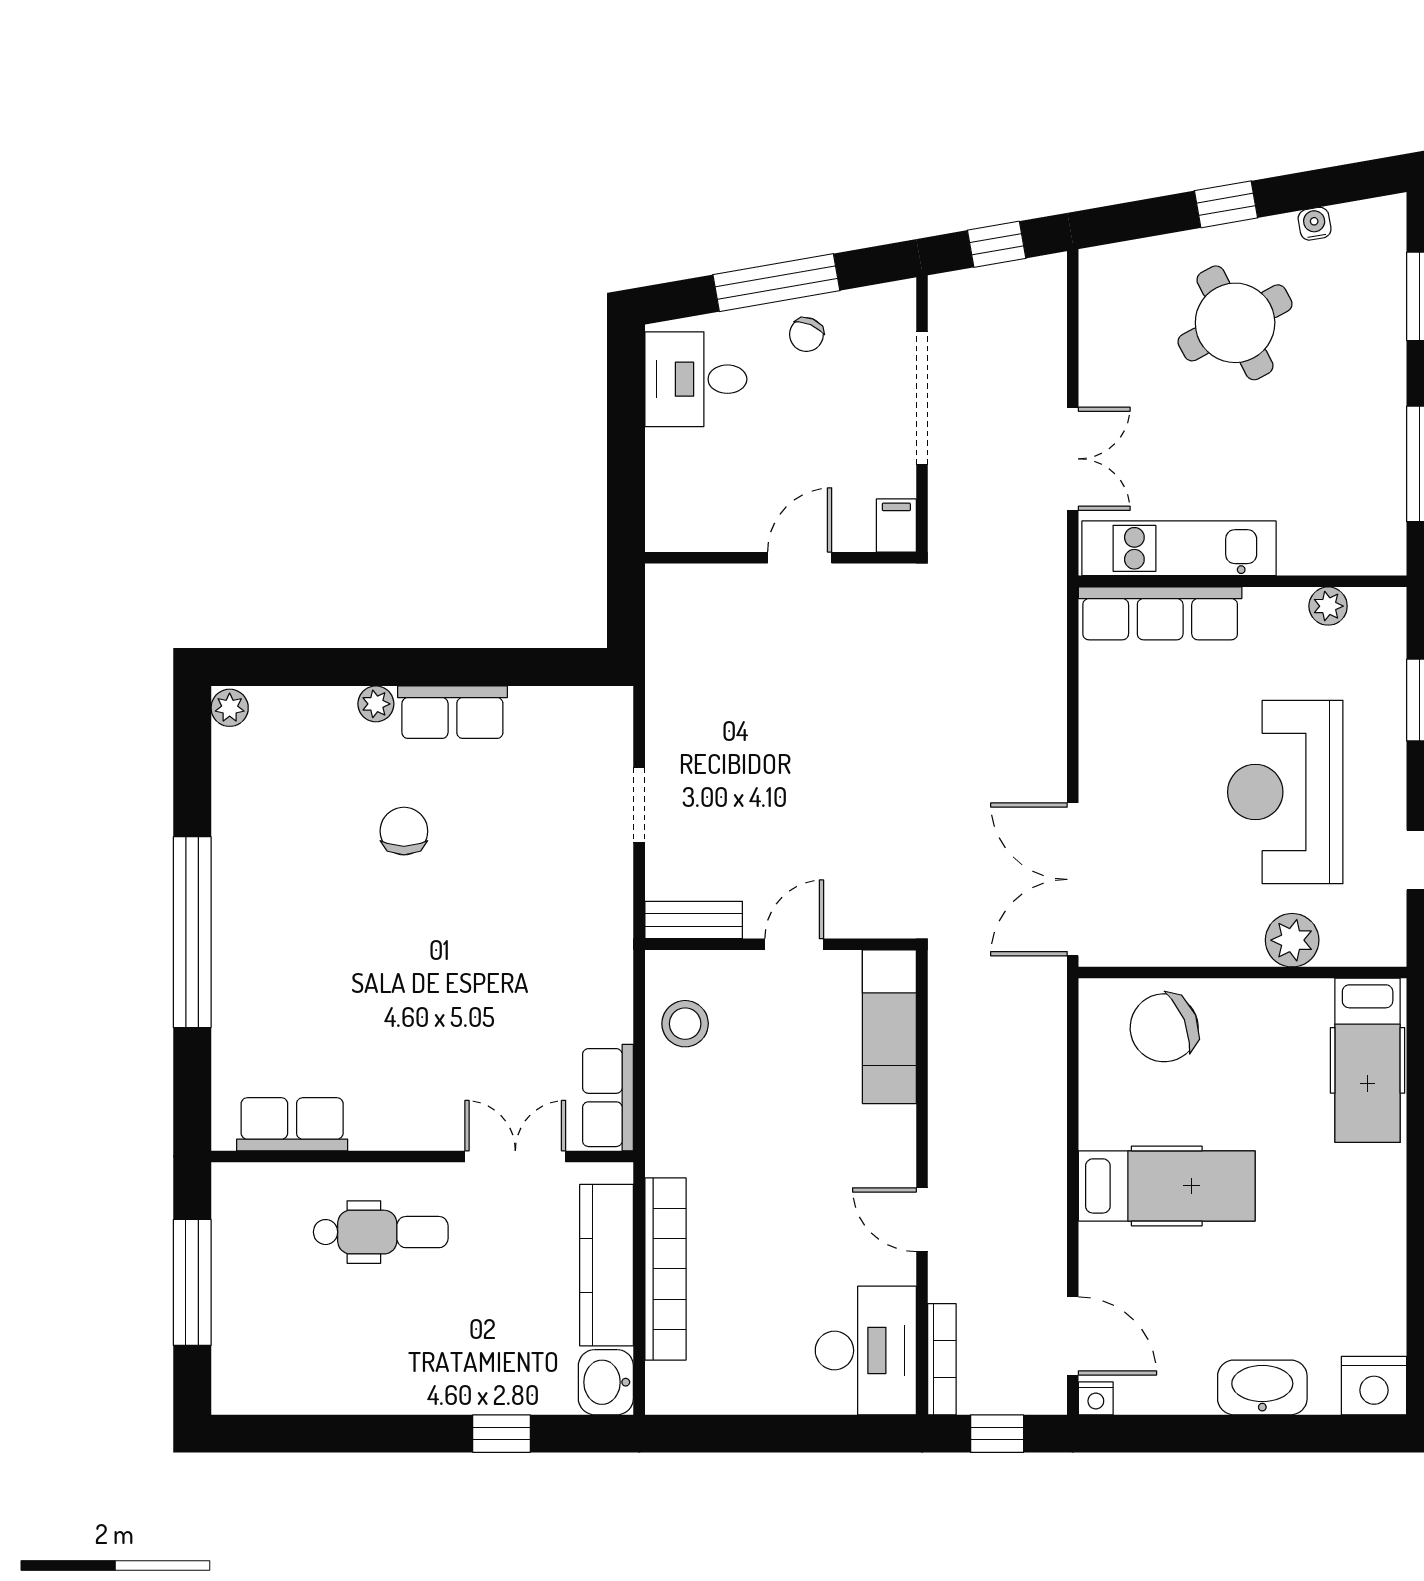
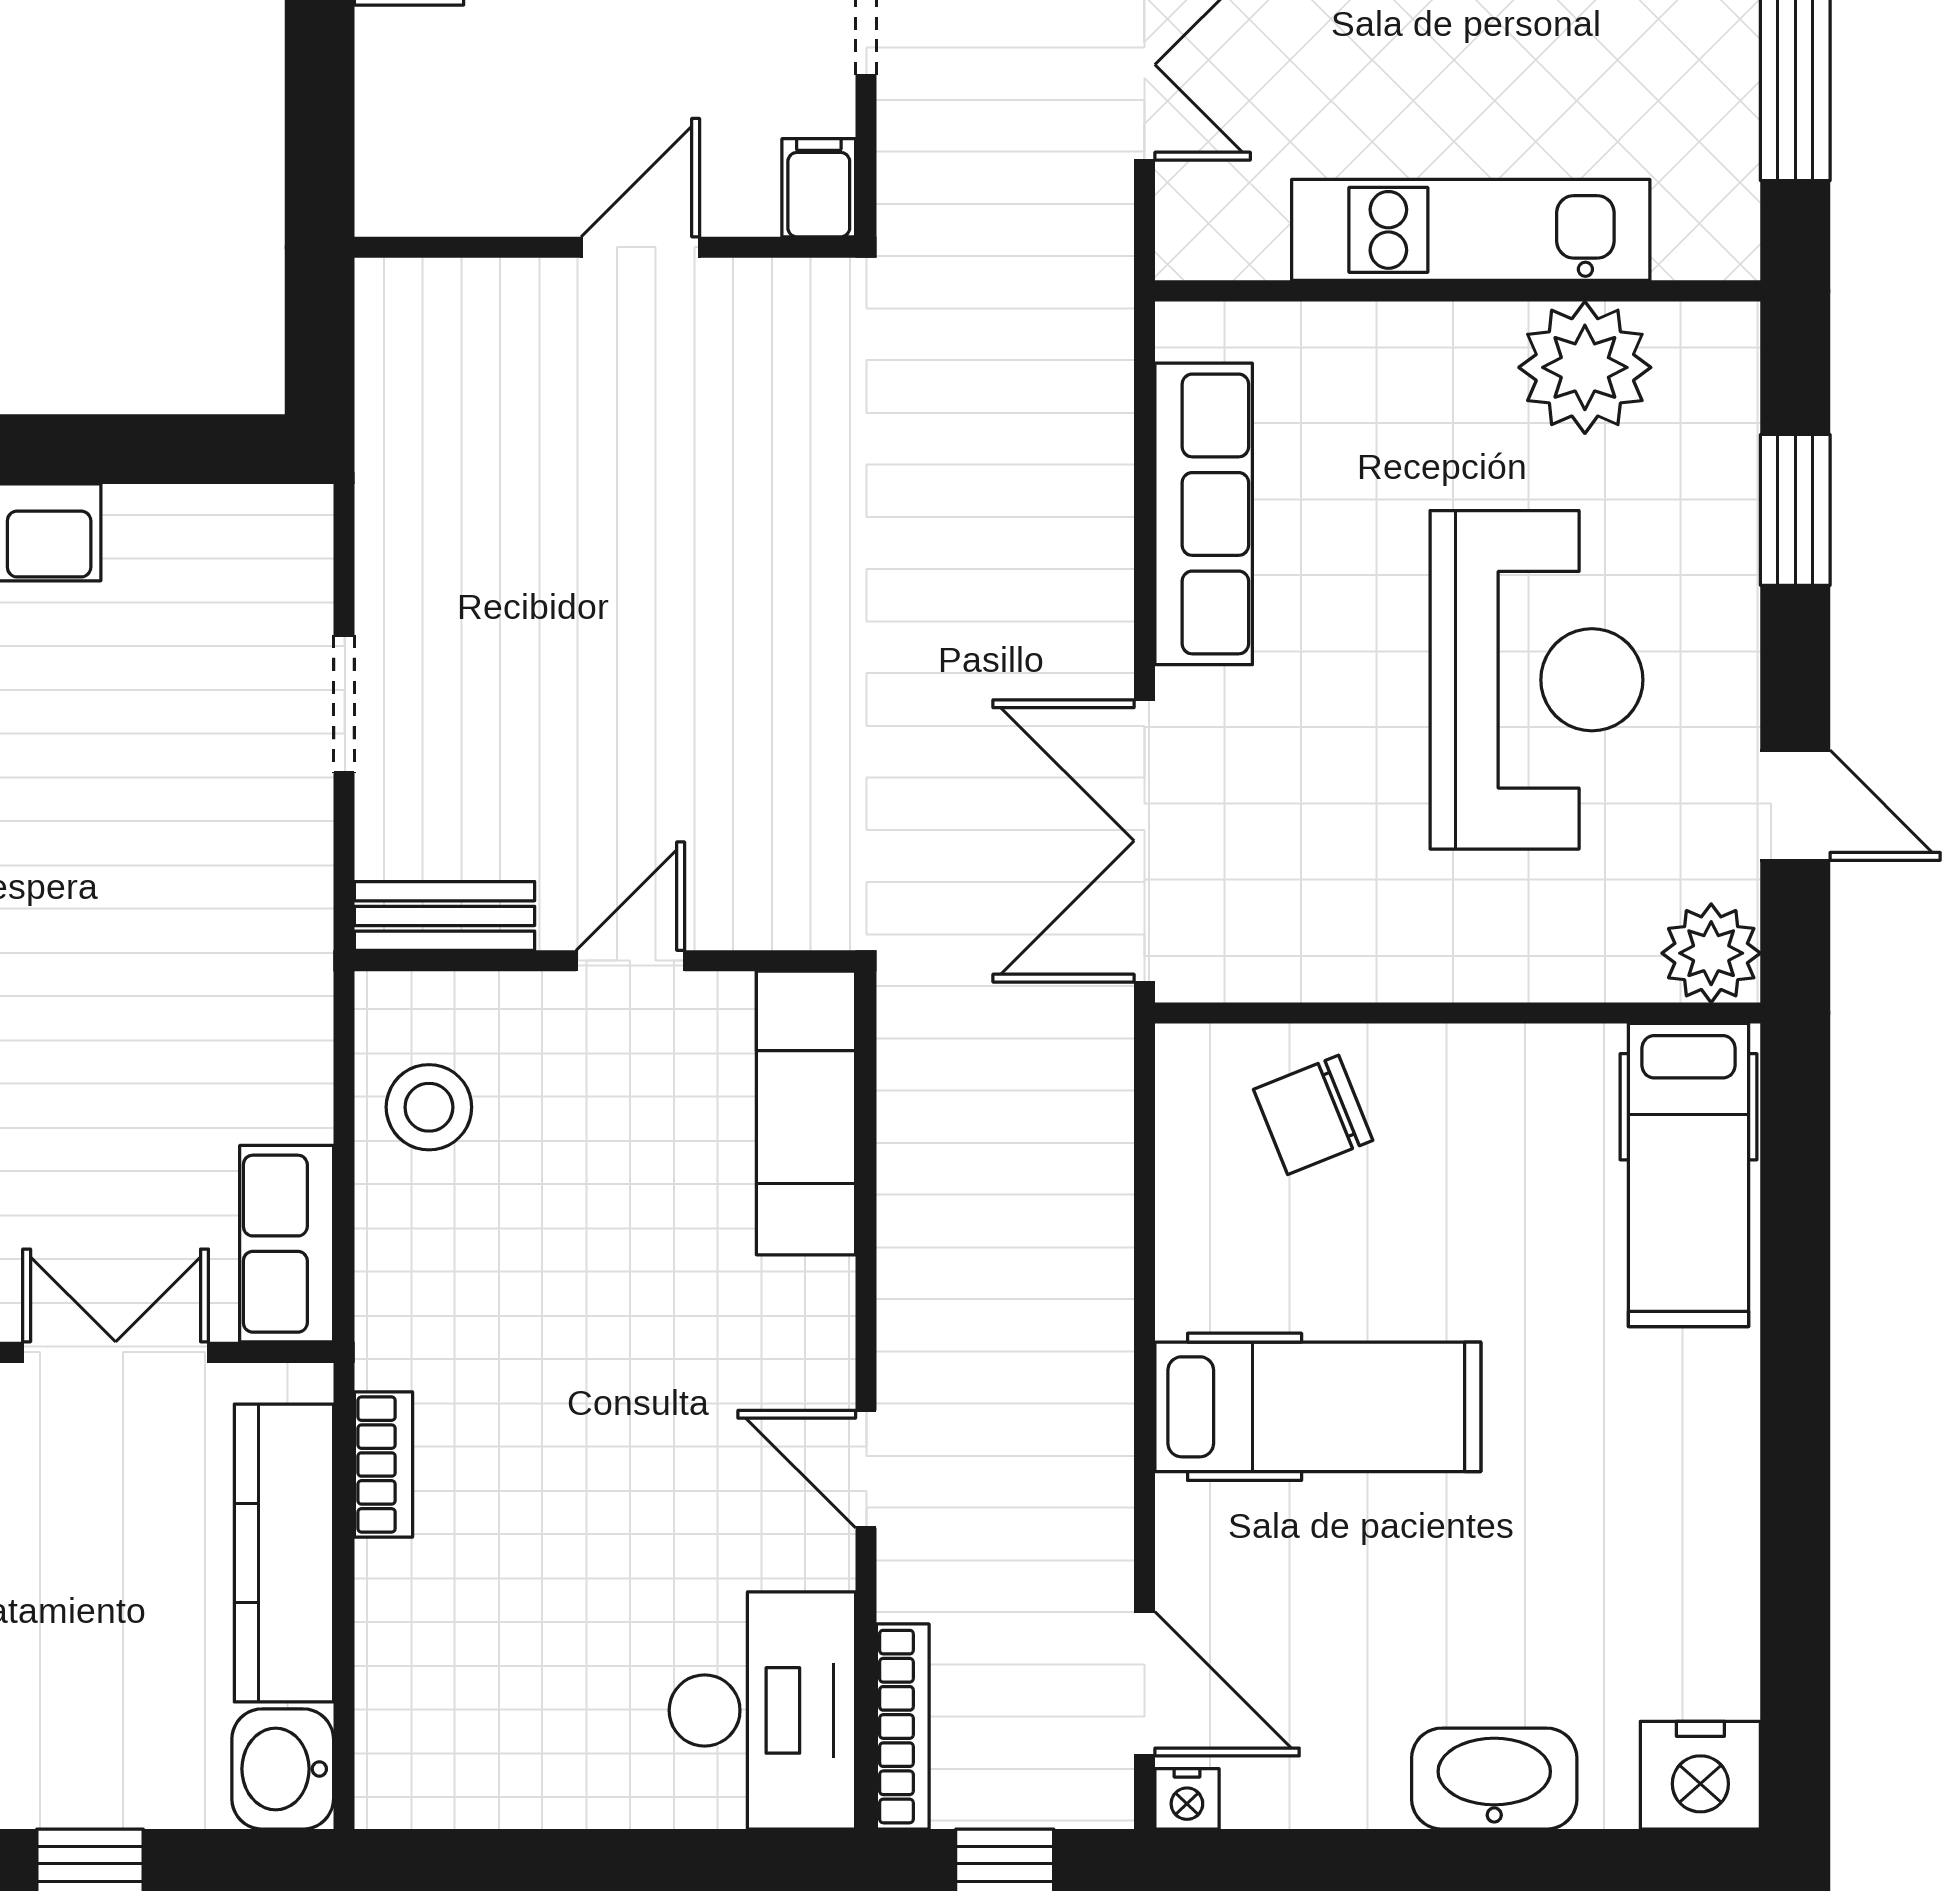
kitchen unit: (1179, 548) -> (1471, 230), moved
plant: (1328, 606) -> (1585, 367), width x1.87, depth x1.87
row of seats: (1160, 613) -> (1204, 514), moved, turned -90
reception desk: (1285, 792) -> (1537, 680), turned 180
plant: (1292, 940) -> (1711, 953), moved
chair: (1164, 1028) -> (1313, 1115), width x0.73, depth x0.73
bookcase: (665, 1269) -> (384, 1465), width x0.43, depth x0.76

